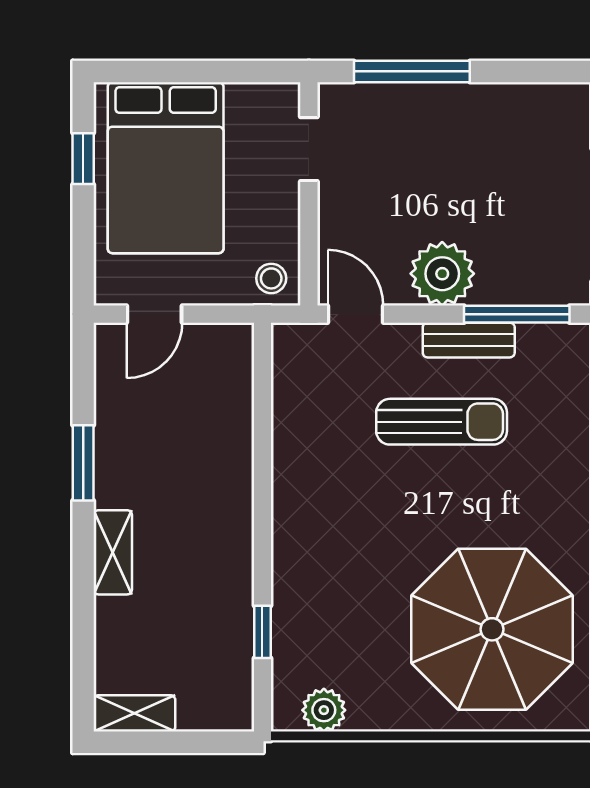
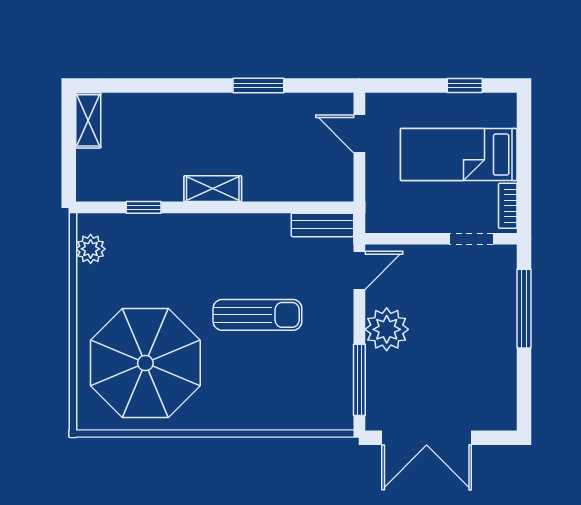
bookcase: (260, 95) -> (508, 206), added
bed: (166, 168) -> (459, 155), width x0.67
stool: (271, 278) -> (384, 213), removed
bench: (469, 340) -> (322, 225), moved, turned 90
sun lounger: (442, 422) -> (257, 315), moved, turned -90
shelving: (113, 552) -> (213, 189), moved

